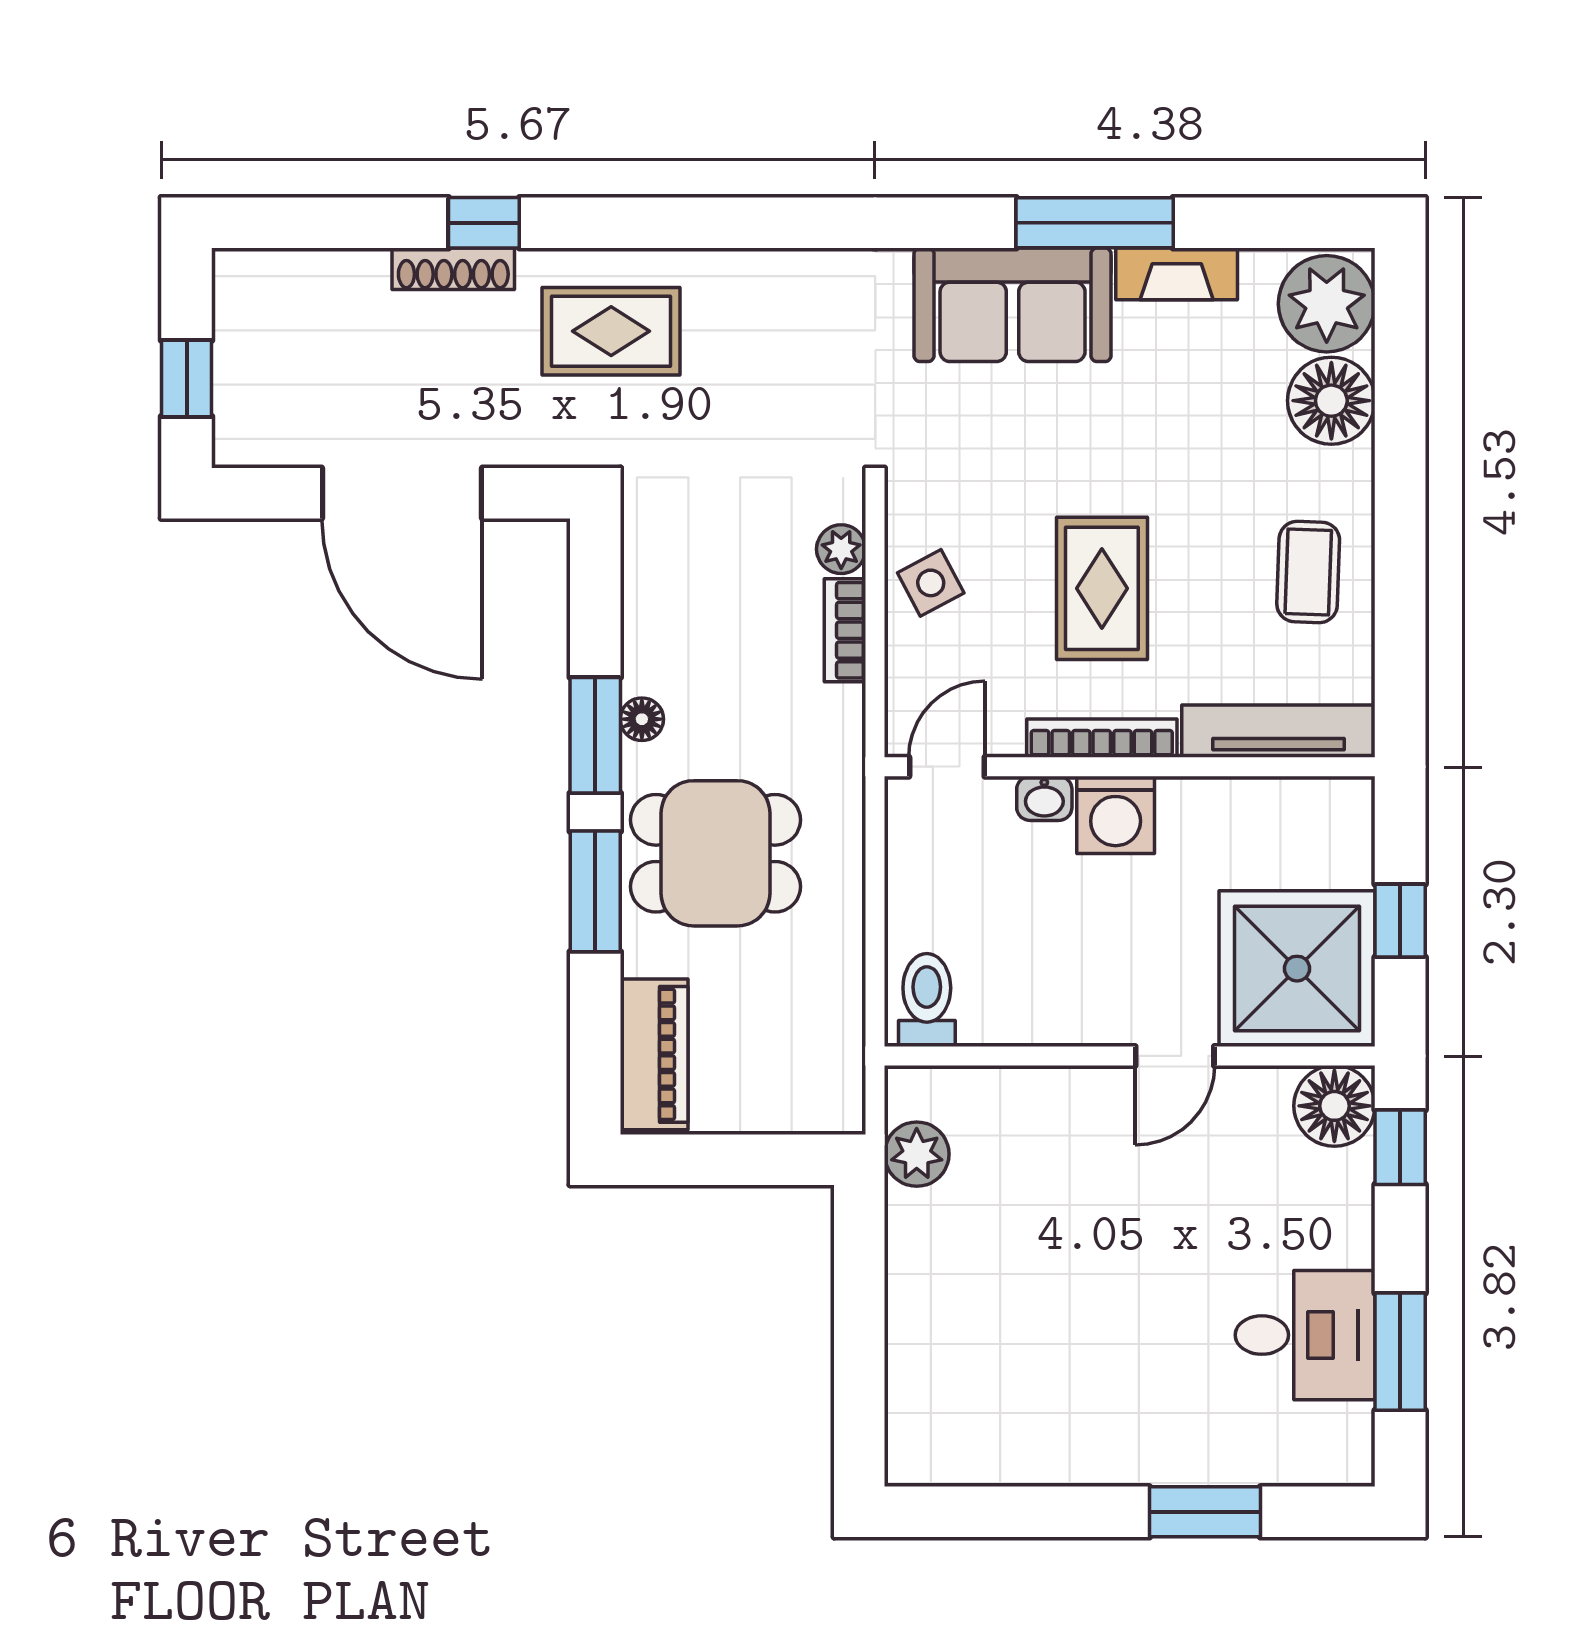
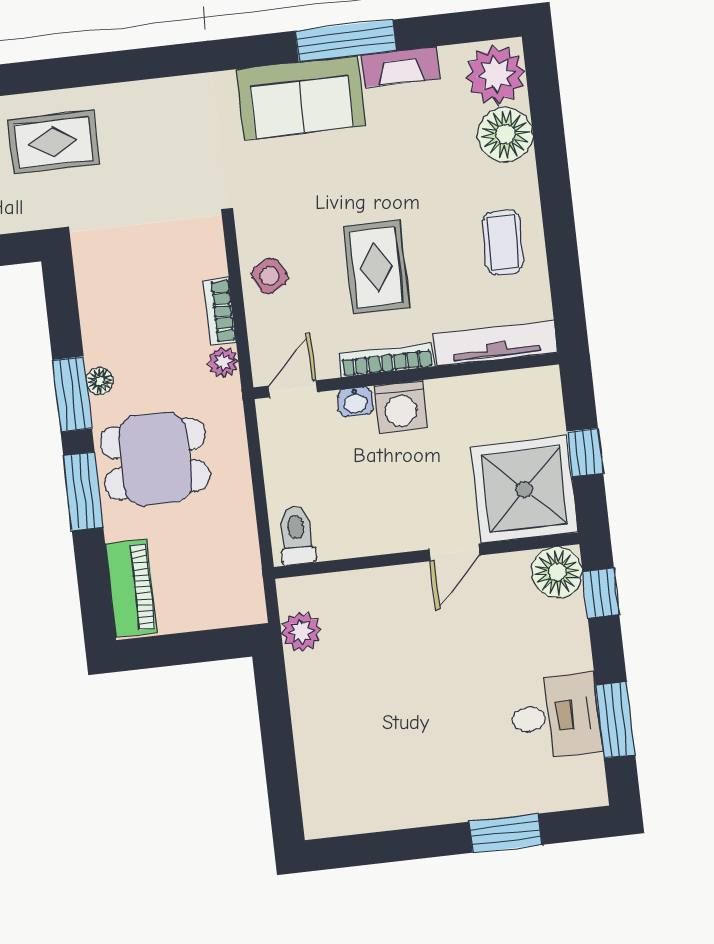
plant: (841, 549) -> (223, 362), moved

